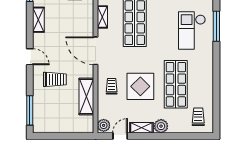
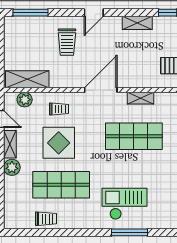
shelving: (86, 97) -> (27, 79), moved
trolley: (198, 117) -> (46, 219), moved
plant: (104, 125) -> (25, 100), moved

